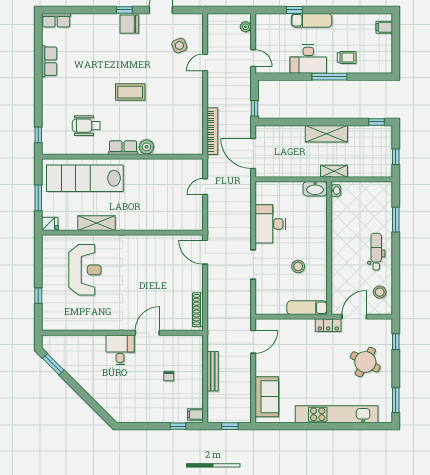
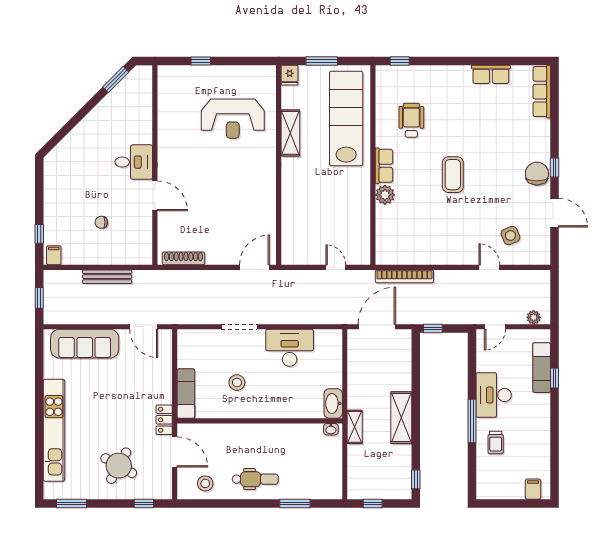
row of seats: (56, 20) -> (542, 92), width x1.48
exam couch: (312, 20) -> (542, 368), moved
sofa: (267, 397) -> (85, 344), width x1.36

